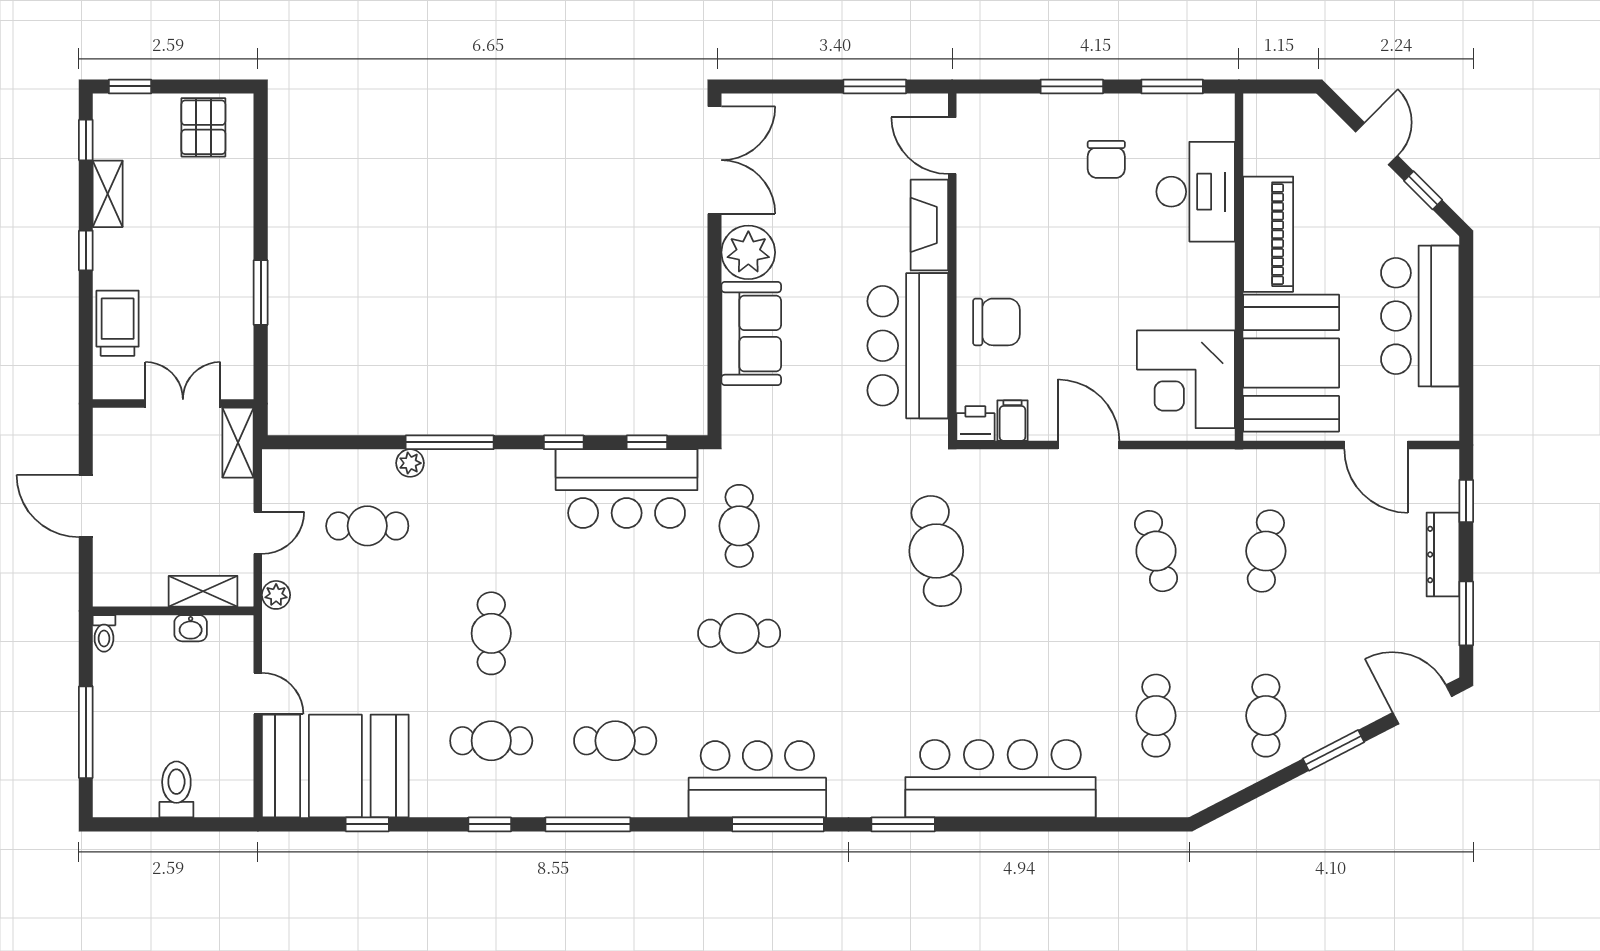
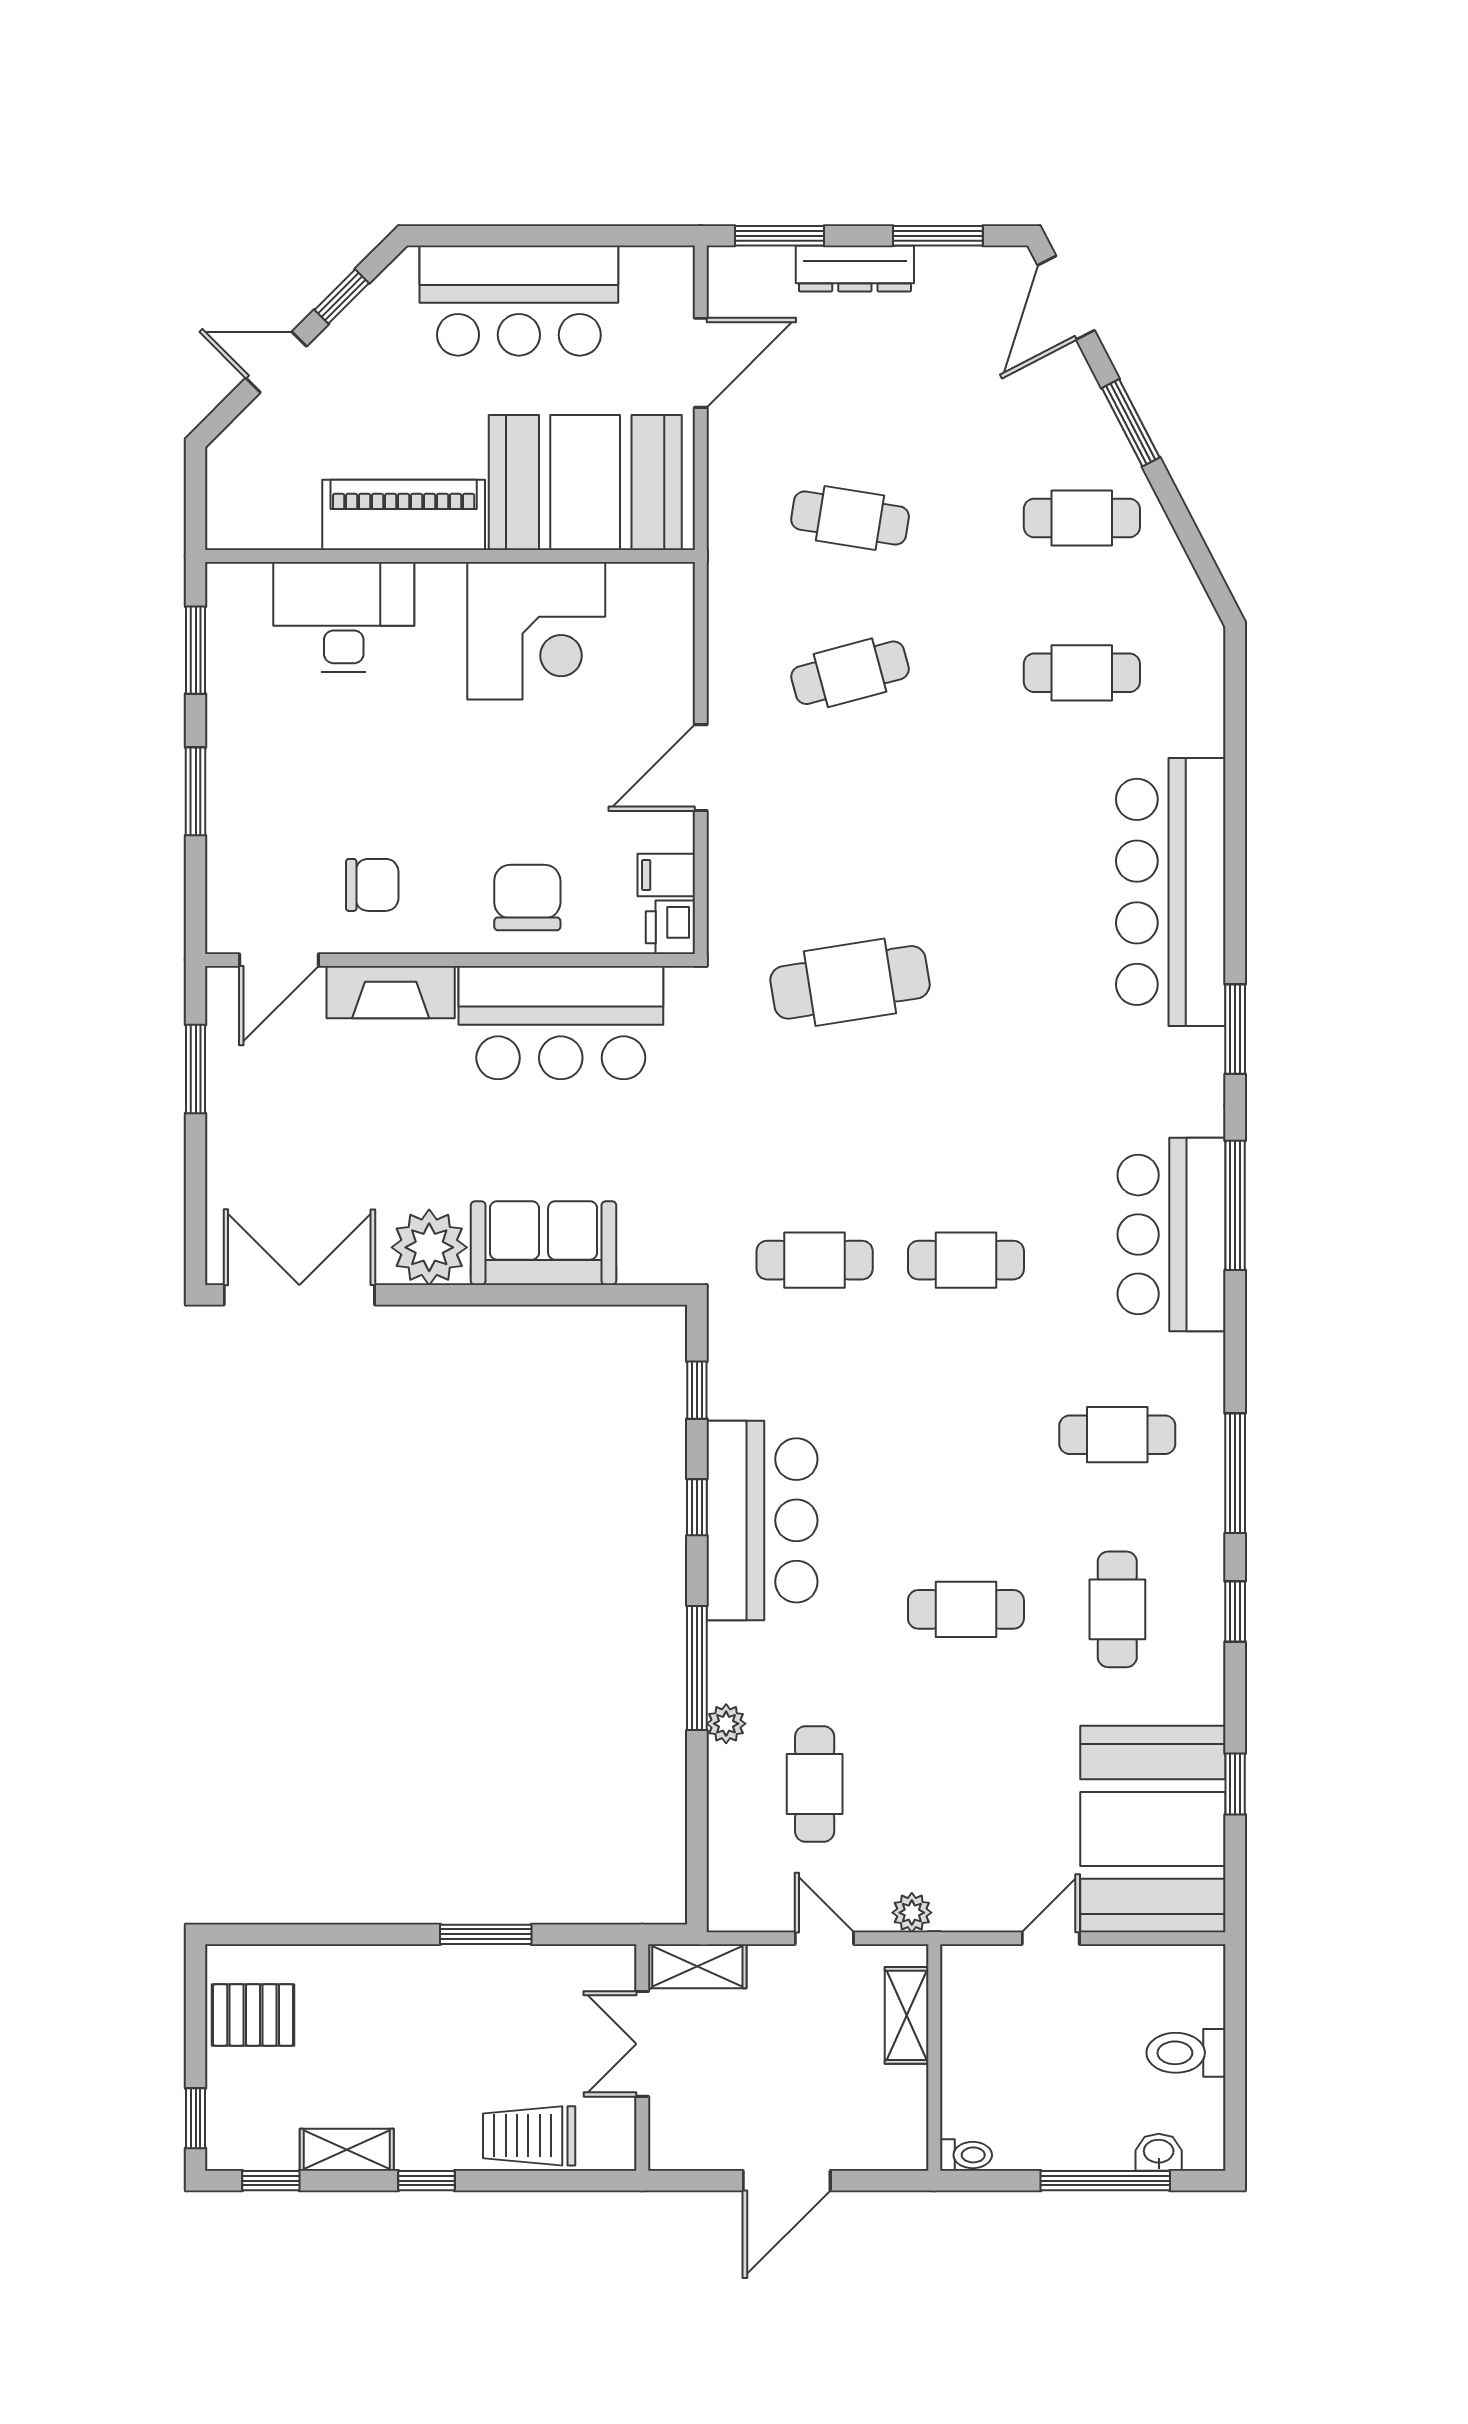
chair: (1106, 159) -> (372, 885), moved
corner desk: (1186, 379) -> (536, 631), moved
bar counter: (627, 489) -> (762, 1520), moved
window: (1466, 501) -> (779, 236), width x1.50
washbasin: (191, 628) -> (1159, 2152), moved, turned -90
cafe table: (739, 633) -> (966, 1260), turned 90
cafe table: (615, 741) -> (1117, 1435), turned 90

